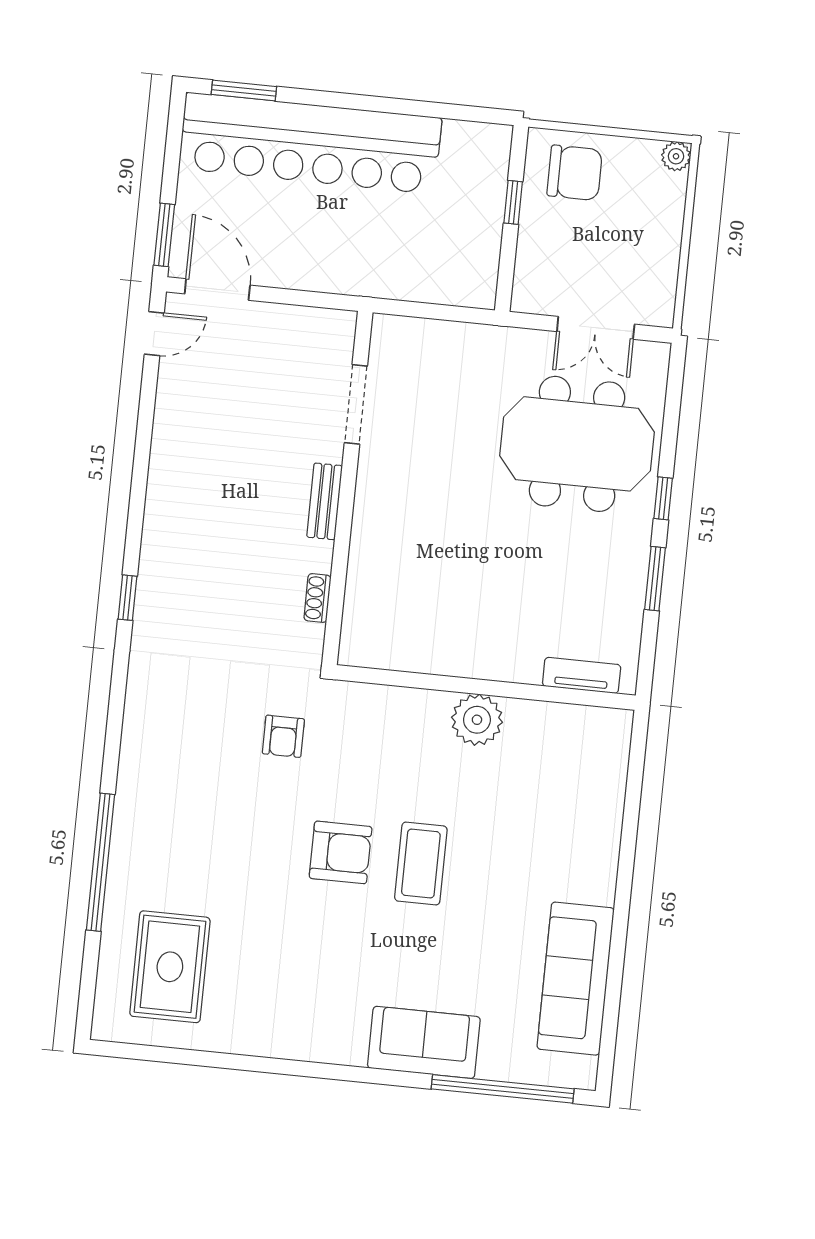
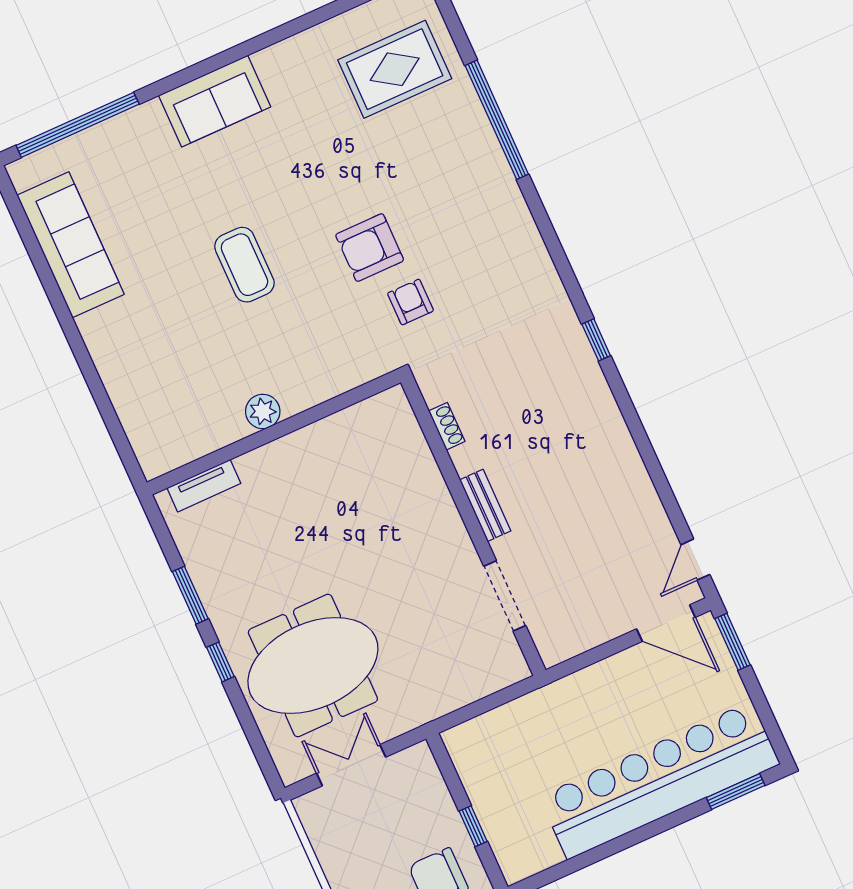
plant: (477, 720) -> (263, 411), width x0.73, depth x0.73
armchair: (341, 852) -> (370, 248), moved
rug: (170, 967) -> (395, 69), turned 90
sofa: (424, 1042) -> (215, 101), moved

